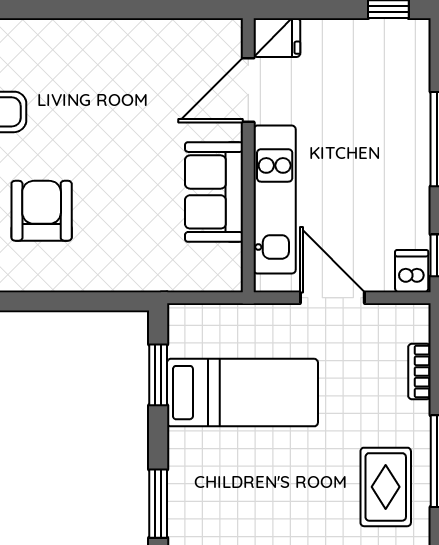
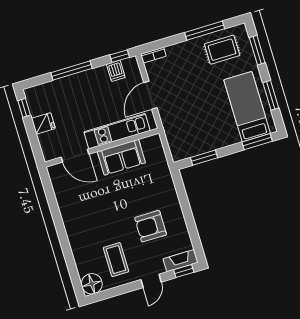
fridge: (277, 38) -> (43, 123), moved, turned 90
dishwasher: (412, 271) -> (116, 71), moved, turned -90
bookcase: (419, 372) -> (153, 55), moved
bed: (242, 393) -> (247, 107), moved

